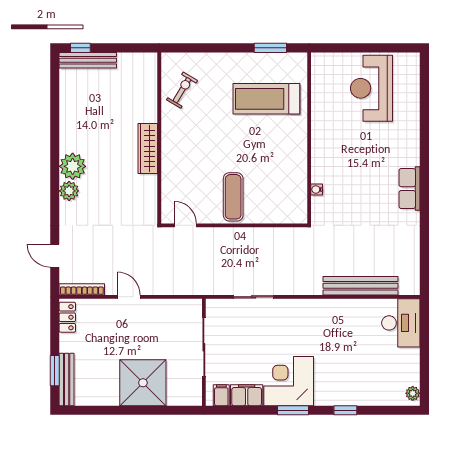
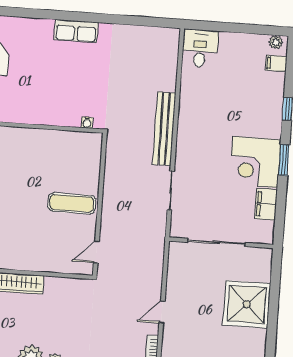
water cooler: (317, 189) -> (87, 123), moved
bench: (360, 286) -> (164, 129), moved
desk: (401, 323) -> (200, 48), width x0.73
filing cabinet: (221, 395) -> (276, 63), moved

